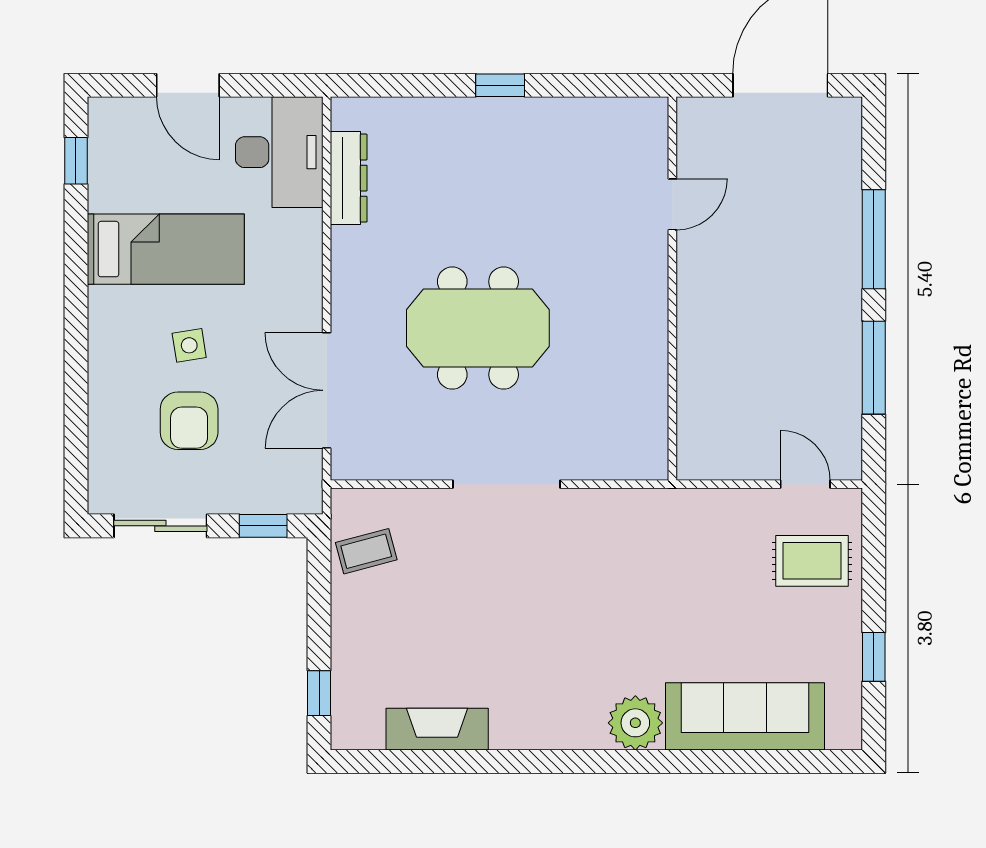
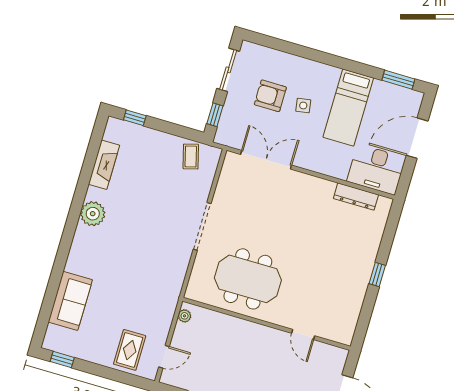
door: (188, 85) -> (417, 138), width x1.36
window: (76, 161) -> (398, 80), width x1.50
meeting table: (478, 328) -> (248, 279), moved, turned 90
plant: (706, 466) -> (185, 316), added
window: (874, 657) -> (62, 360), moved
sofa: (745, 716) -> (70, 301), width x0.73
plant: (635, 723) -> (93, 214), moved

